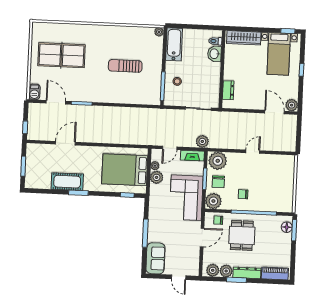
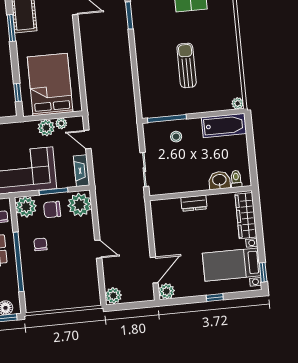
dresser: (228, 90) -> (194, 203), moved
plant: (202, 141) -> (113, 296), moved

